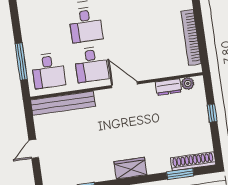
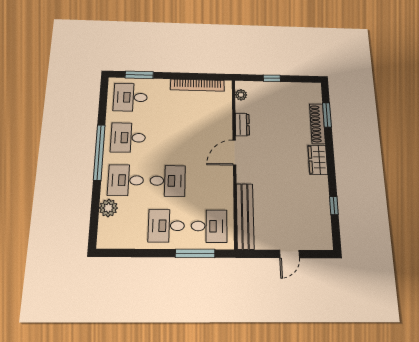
desk: (91, 64) -> (166, 226), moved, turned 180
dresser: (168, 87) -> (242, 125), moved
door: (34, 149) -> (290, 254), hinge flipped
shoe rack: (193, 161) -> (317, 124), moved

